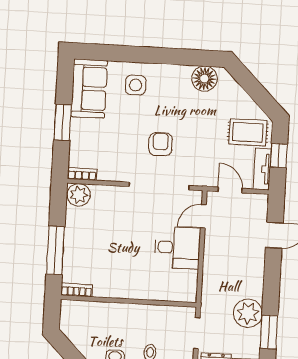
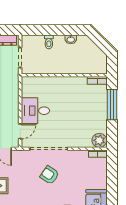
window: (63, 122) -> (112, 185), removed
armchair: (160, 144) -> (50, 175), turned 124

